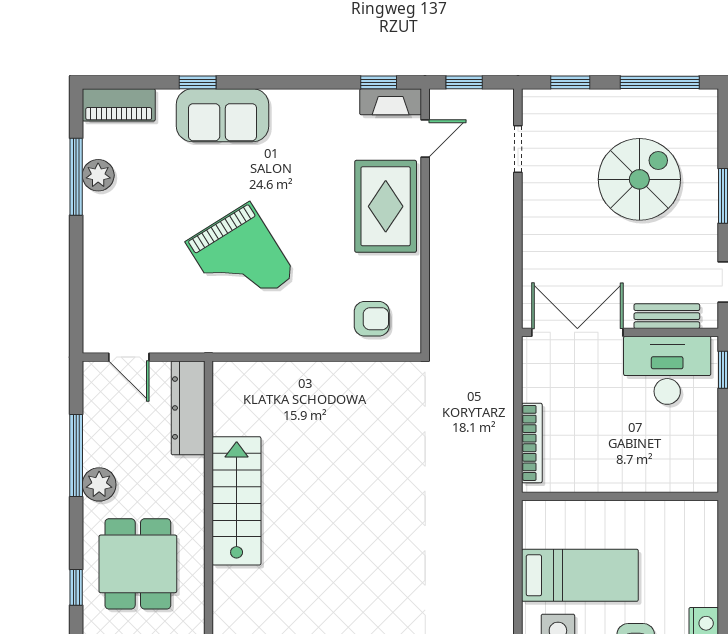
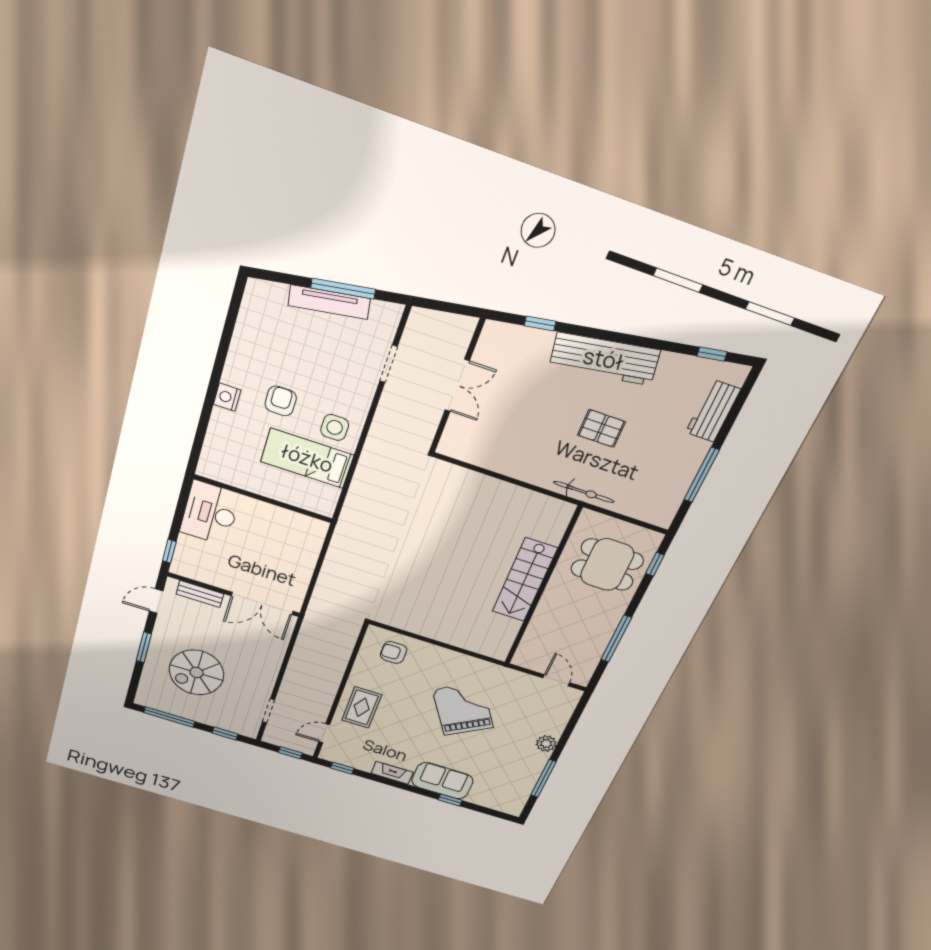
fireplace: (391, 102) -> (392, 773), moved
piano: (119, 105) -> (501, 804), removed
plant: (98, 175) -> (546, 743), moved
rug: (386, 206) -> (362, 707), width x0.73, depth x0.70
desk: (667, 370) -> (210, 513), moved, turned 90
dresser: (188, 408) -> (532, 642), removed
bookcase: (532, 443) -> (314, 550), removed
plant: (99, 484) -> (610, 618), removed
dining table: (138, 564) -> (607, 565), turned 90

